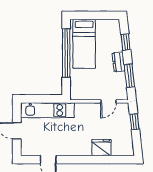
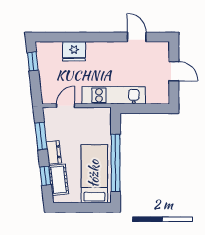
cot: (114, 39) -> (59, 180), added
kitchen unit: (47, 110) -> (114, 95), moved
window: (134, 122) -> (33, 61), moved

